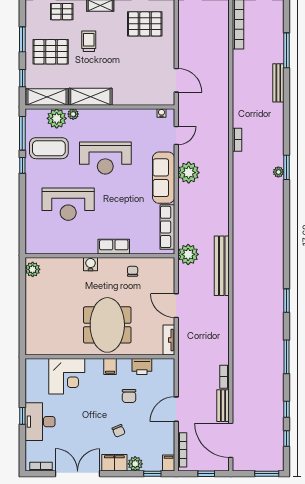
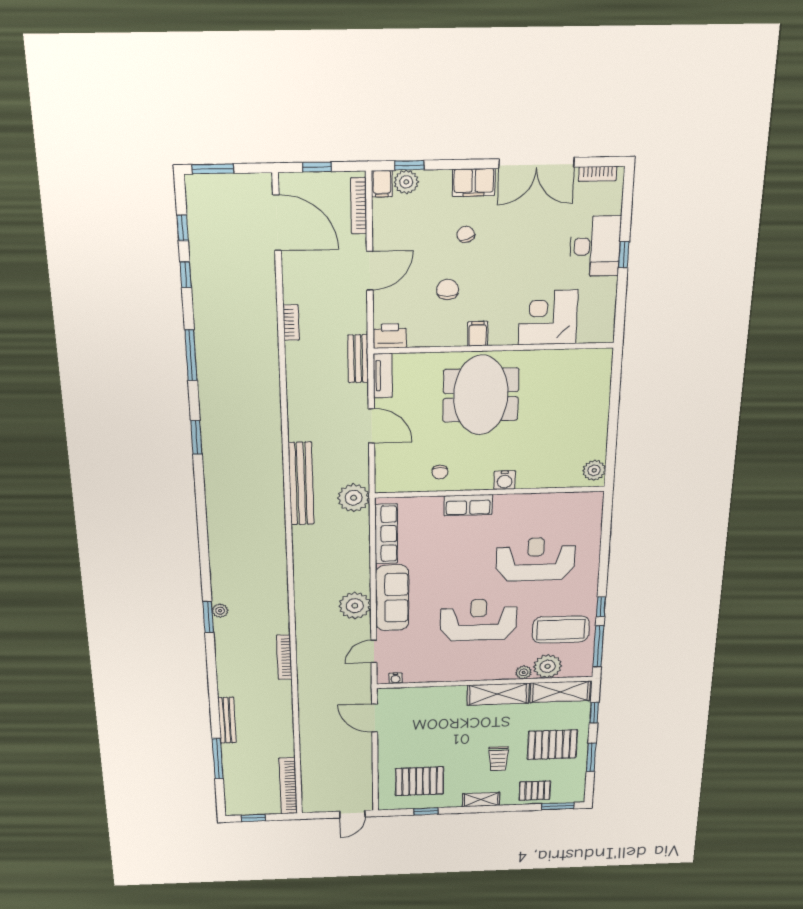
bookcase: (237, 140) -> (284, 657), width x1.56
printer: (142, 366) -> (390, 336), moved
bench: (223, 406) -> (358, 359), moved
plant: (135, 464) -> (406, 182), moved

